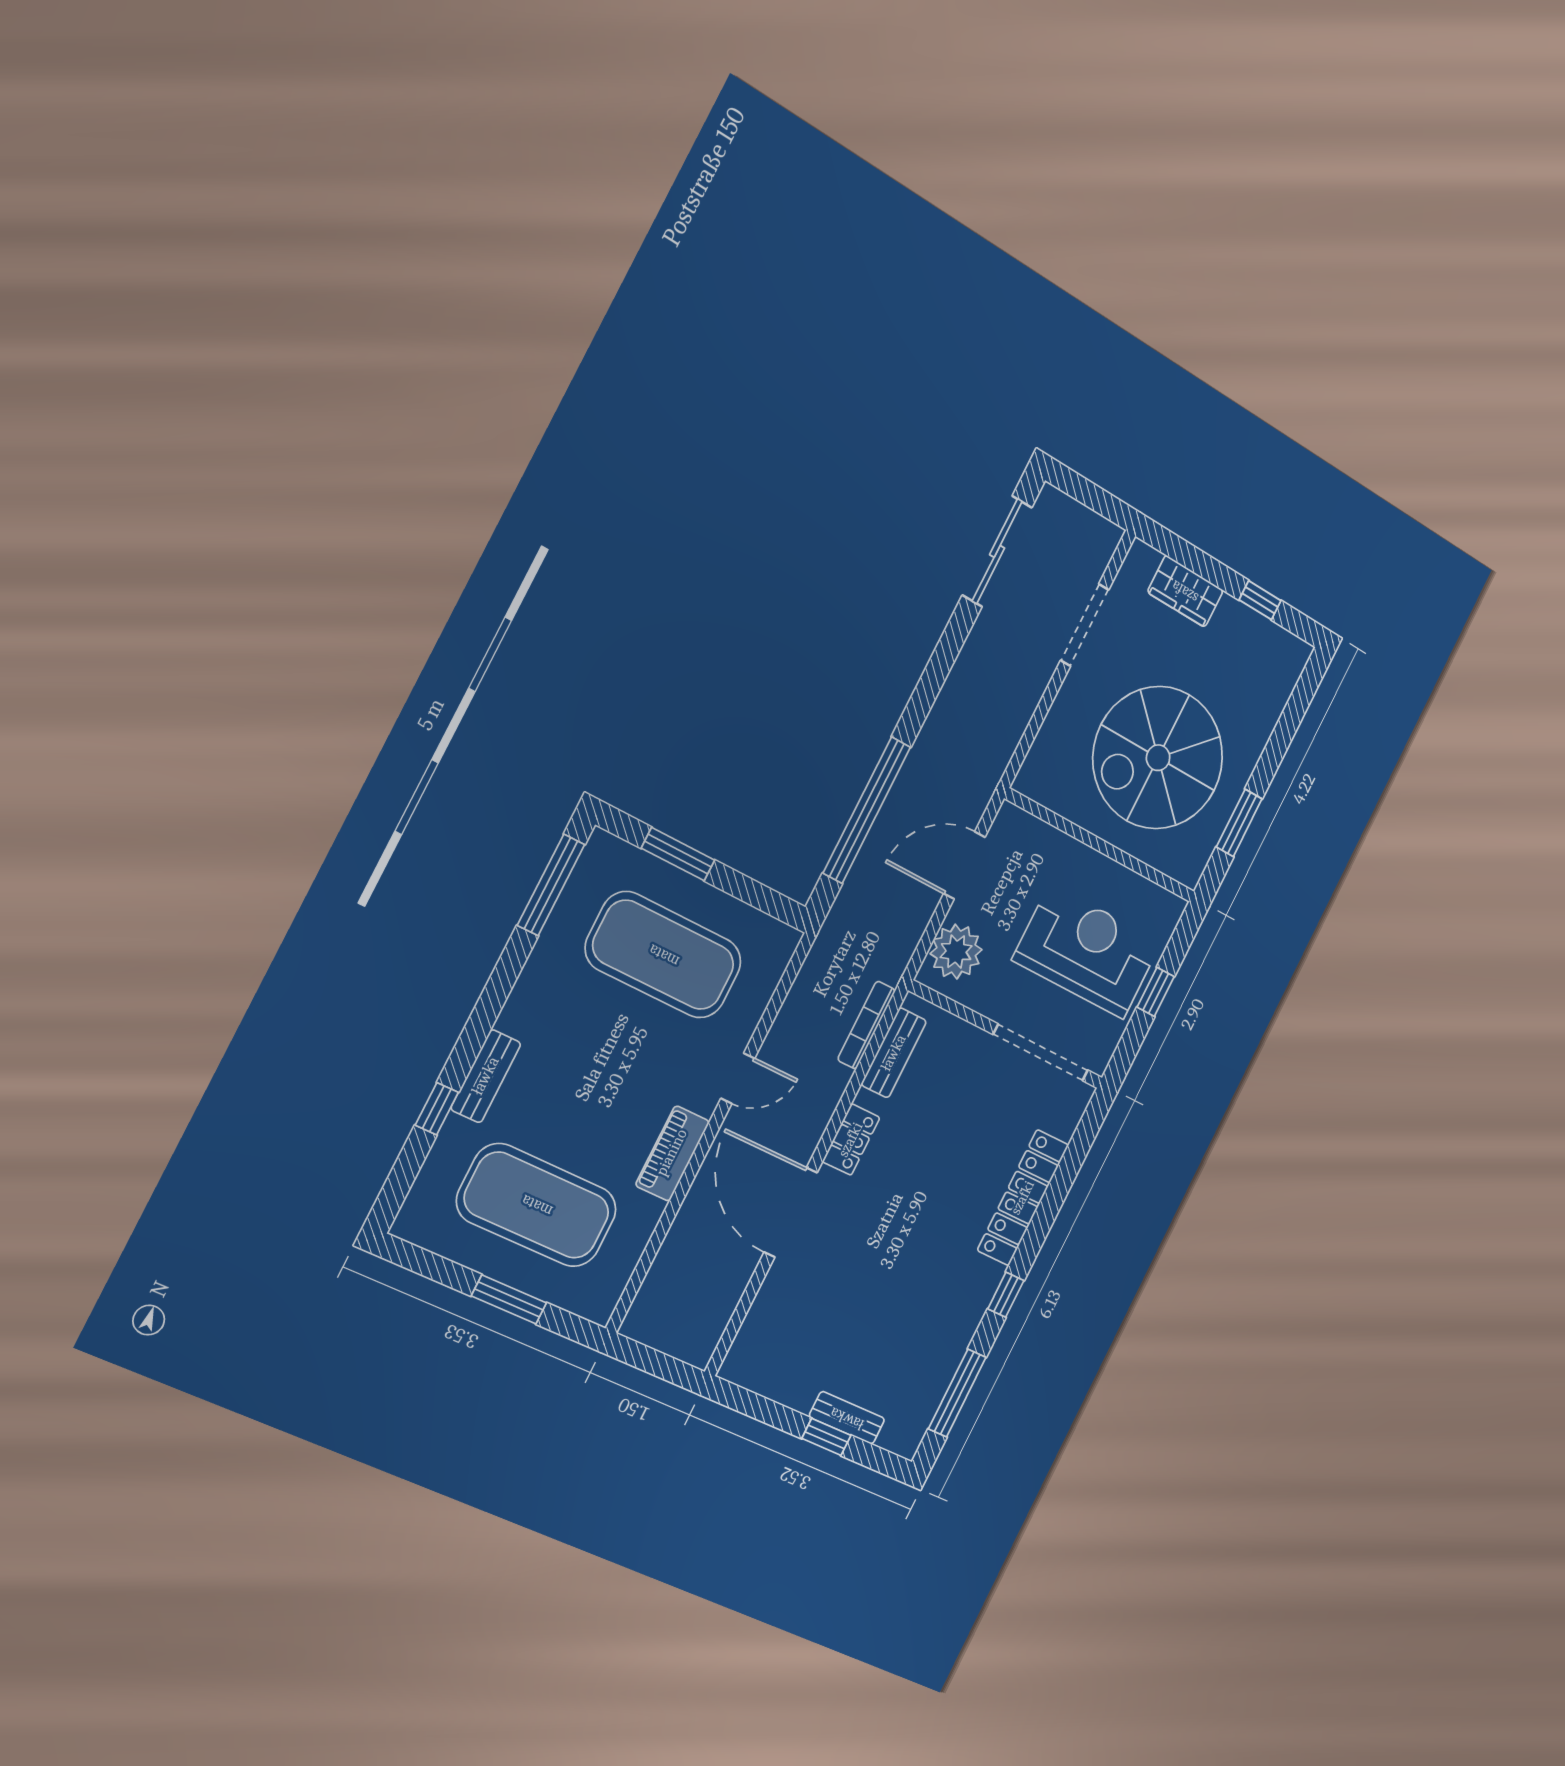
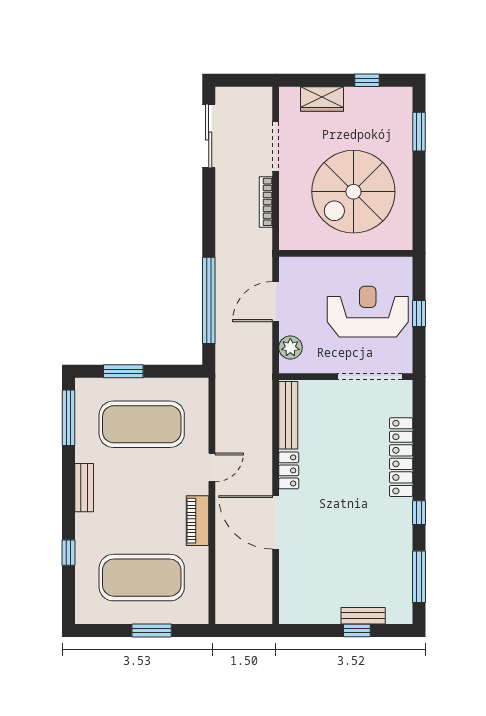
window: (1239, 823) -> (419, 132), moved
plant: (956, 952) -> (290, 347), width x0.73, depth x0.73
bookcase: (866, 1025) -> (266, 202), moved
bench: (894, 1053) -> (288, 415), width x1.36
bench: (486, 1076) -> (84, 488), moved

